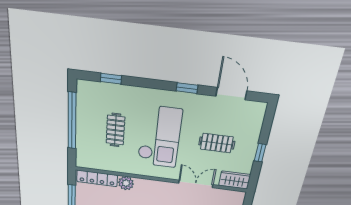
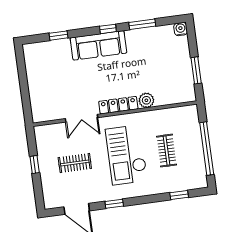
locker: (97, 178) -> (118, 105), moved
wardrobe: (235, 180) -> (48, 132), removed

